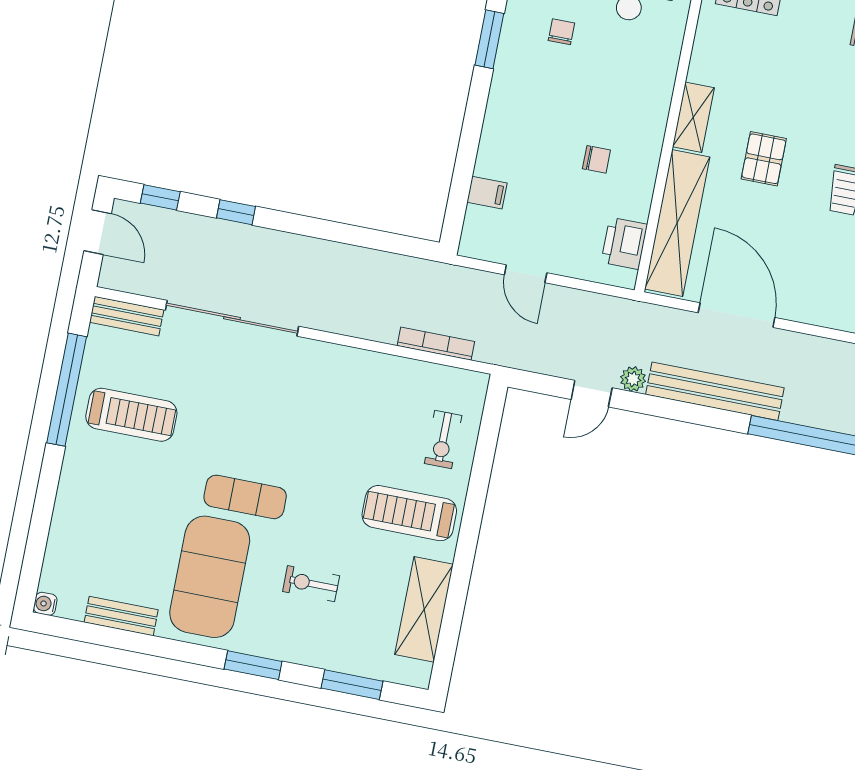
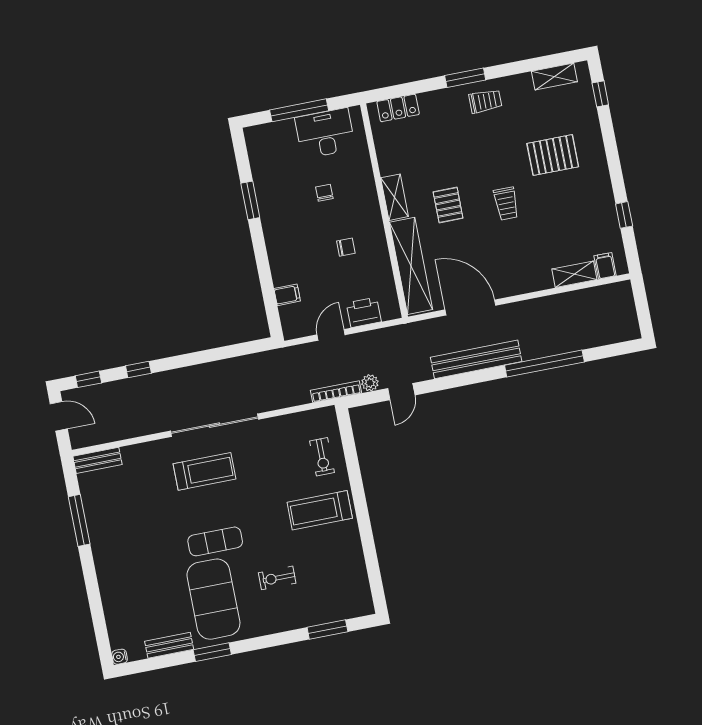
chair: (561, 32) -> (324, 193), moved
printer: (624, 243) -> (364, 312), moved, turned 90
door: (526, 274) -> (331, 335), swing flipped
sliding door: (232, 318) -> (214, 425), moved
bookcase: (436, 344) -> (336, 392), moved
plant: (633, 379) -> (370, 383), moved
window: (67, 390) -> (79, 520), width x0.68
treadmill: (131, 415) -> (205, 471), moved
shelving: (424, 609) -> (353, 566), removed
window: (253, 665) -> (212, 652), moved

